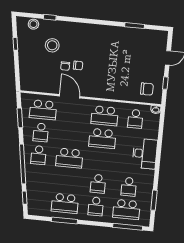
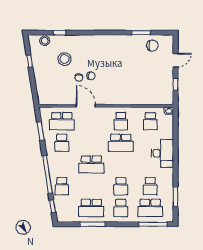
chair: (147, 89) -> (152, 46), moved
school desk: (105, 116) -> (121, 121), width x0.54
school desk: (39, 155) -> (62, 186), moved

